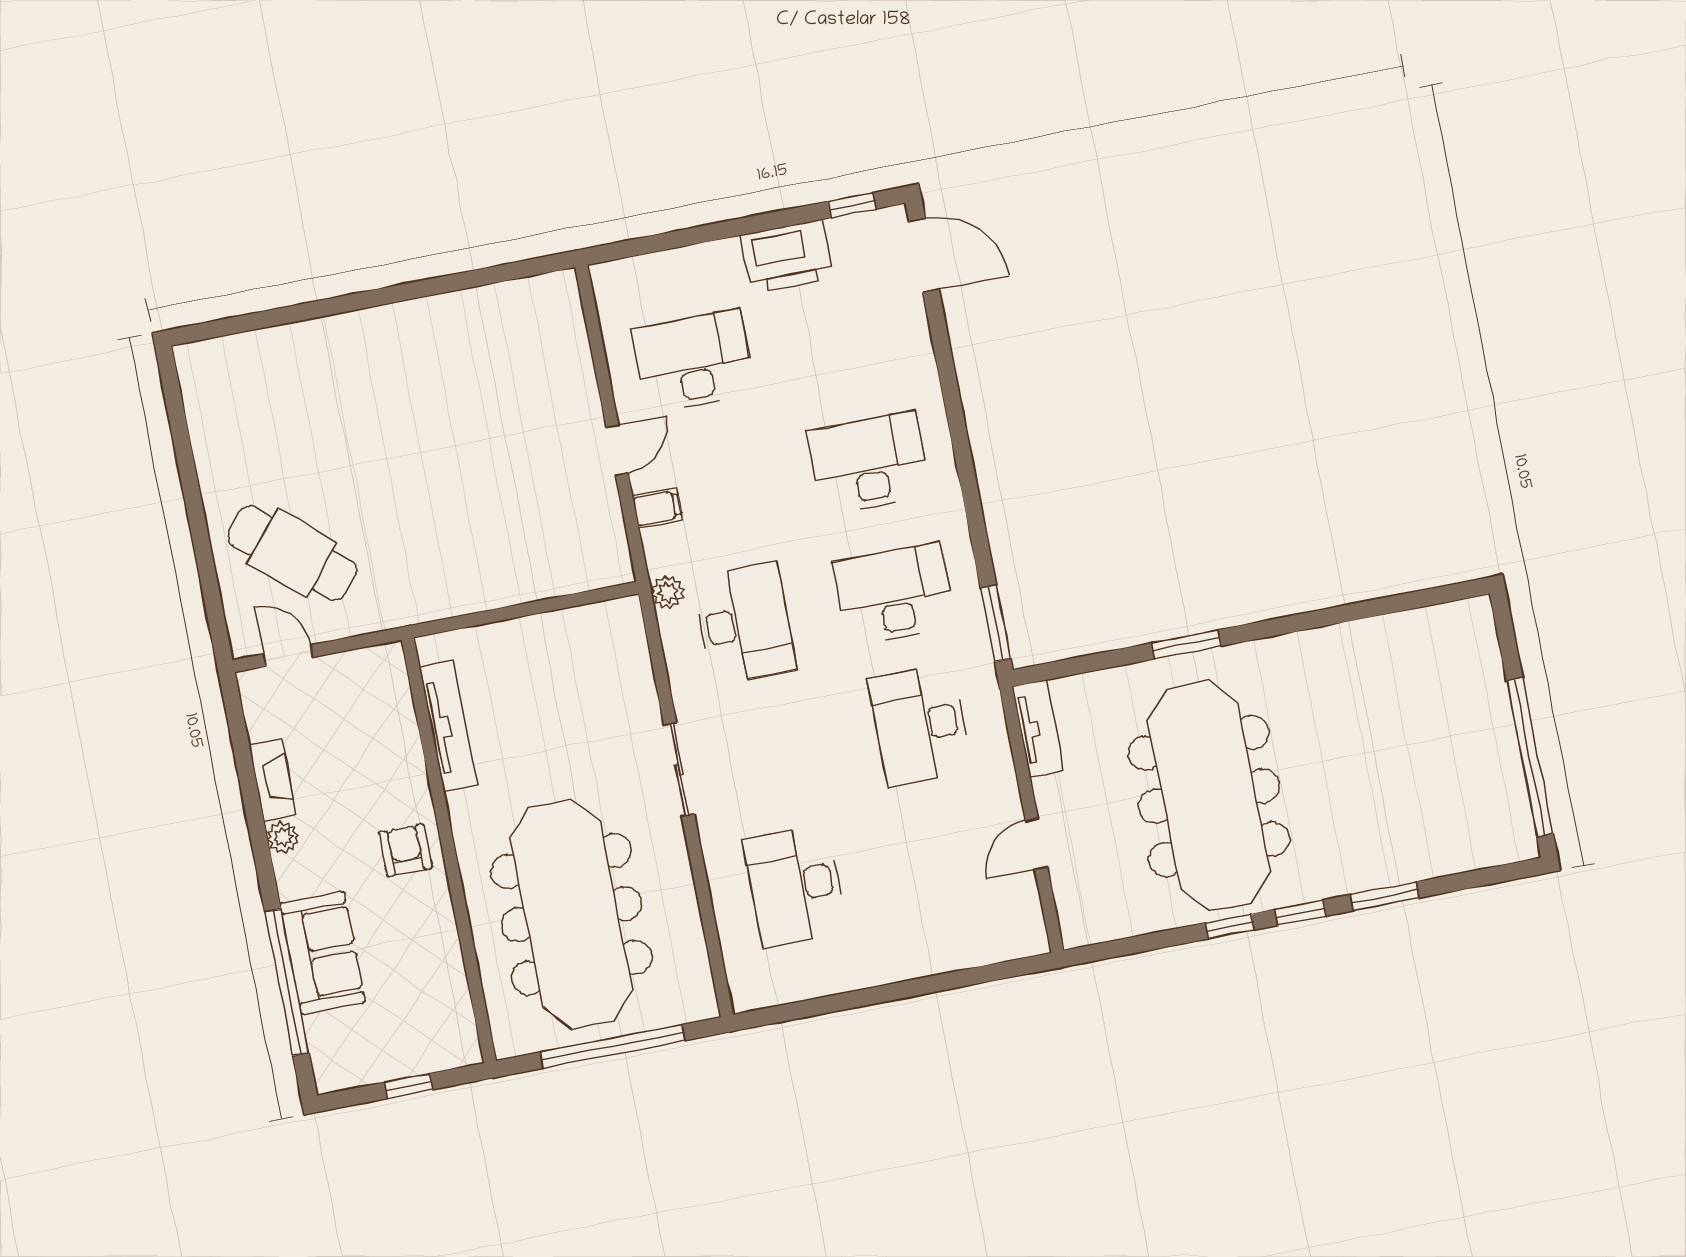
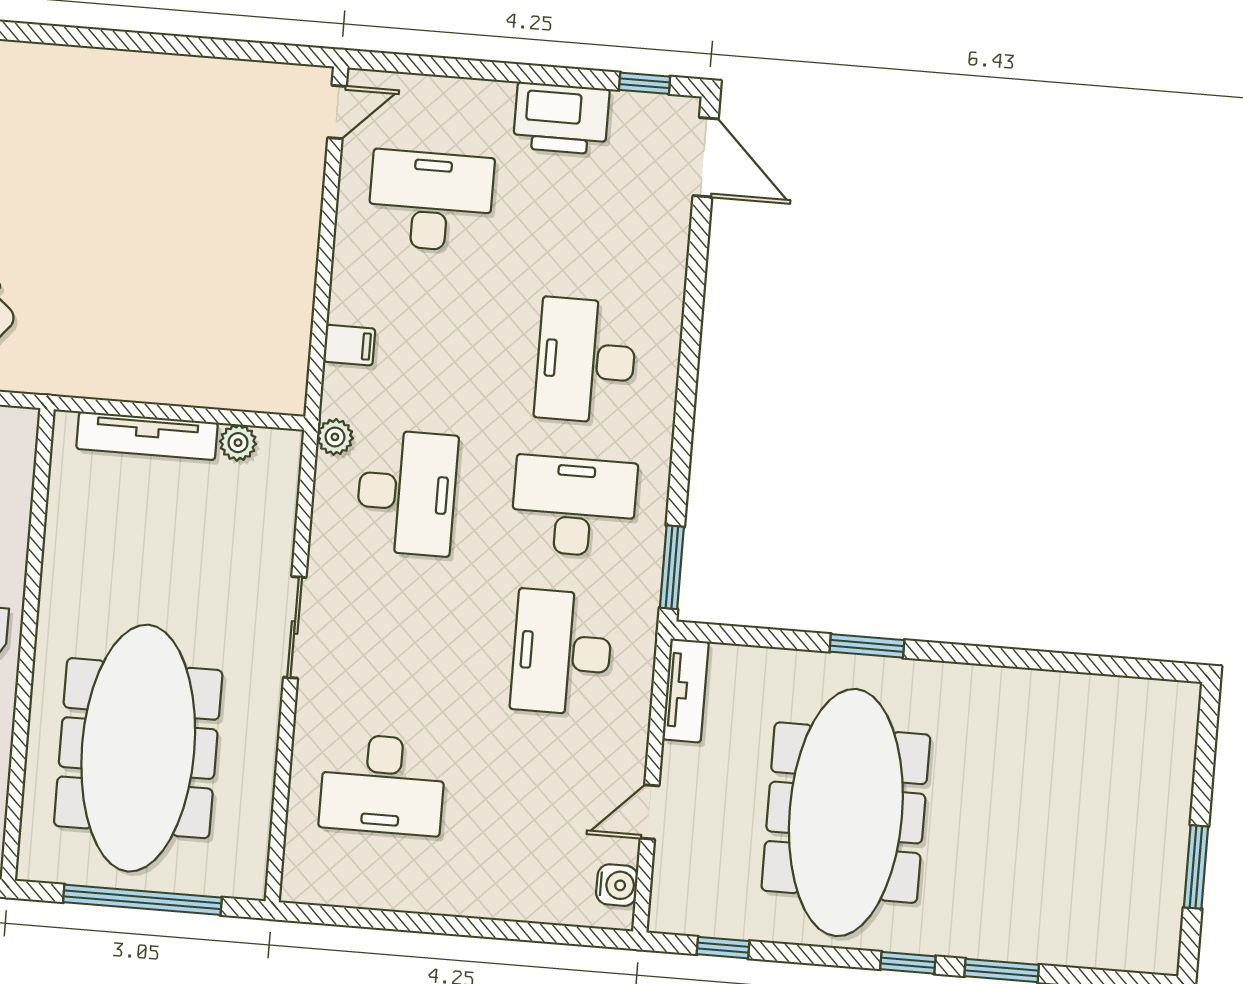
door: (617, 450) -> (337, 112), moved
desk: (869, 463) -> (586, 361), turned -90
plant: (584, 621) -> (238, 443), added
tv unit: (448, 726) -> (147, 436), moved, turned 90
window: (1530, 757) -> (1196, 867), width x0.47
desk: (795, 886) -> (383, 784), turned -90
water cooler: (1026, 916) -> (617, 885), added
window: (1230, 926) -> (723, 948), moved

